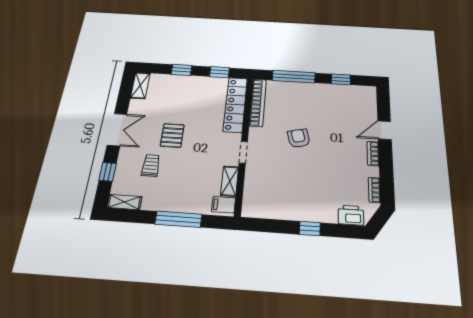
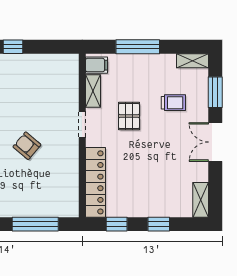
bookcase: (258, 103) -> (72, 187), removed
pallet: (172, 135) -> (129, 116), moved
armchair: (299, 138) -> (27, 146), turned 144
trolley: (151, 165) -> (173, 103), turned -90
window: (108, 172) -> (215, 92), width x1.50

